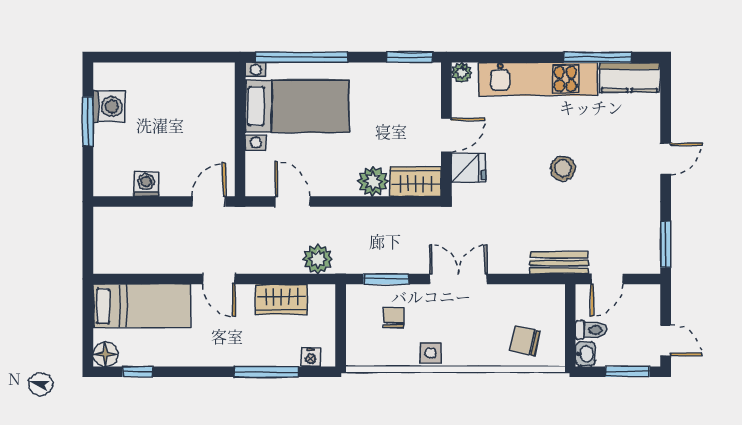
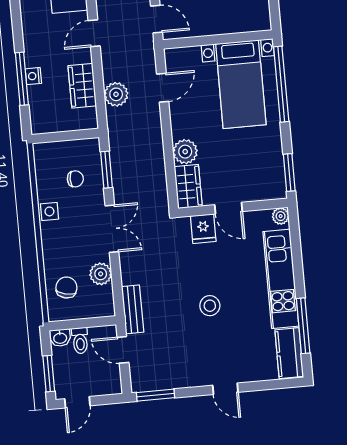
plant: (318, 259) -> (116, 94), moved
plant: (512, 298) -> (101, 274), added
nightstand: (311, 357) -> (33, 76), moved

